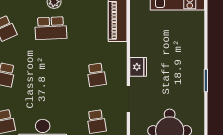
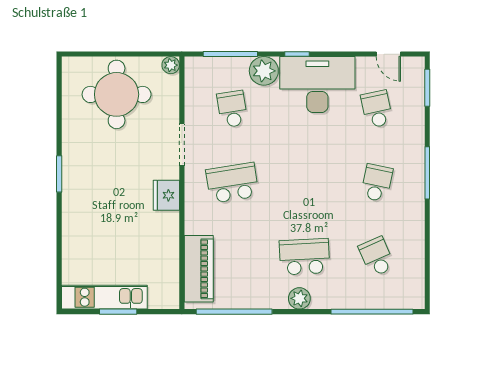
school desk: (96, 75) -> (232, 183), width x1.85

